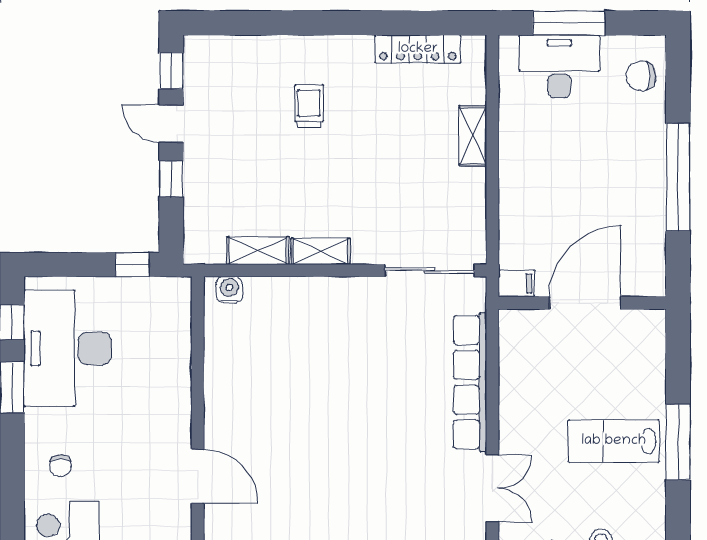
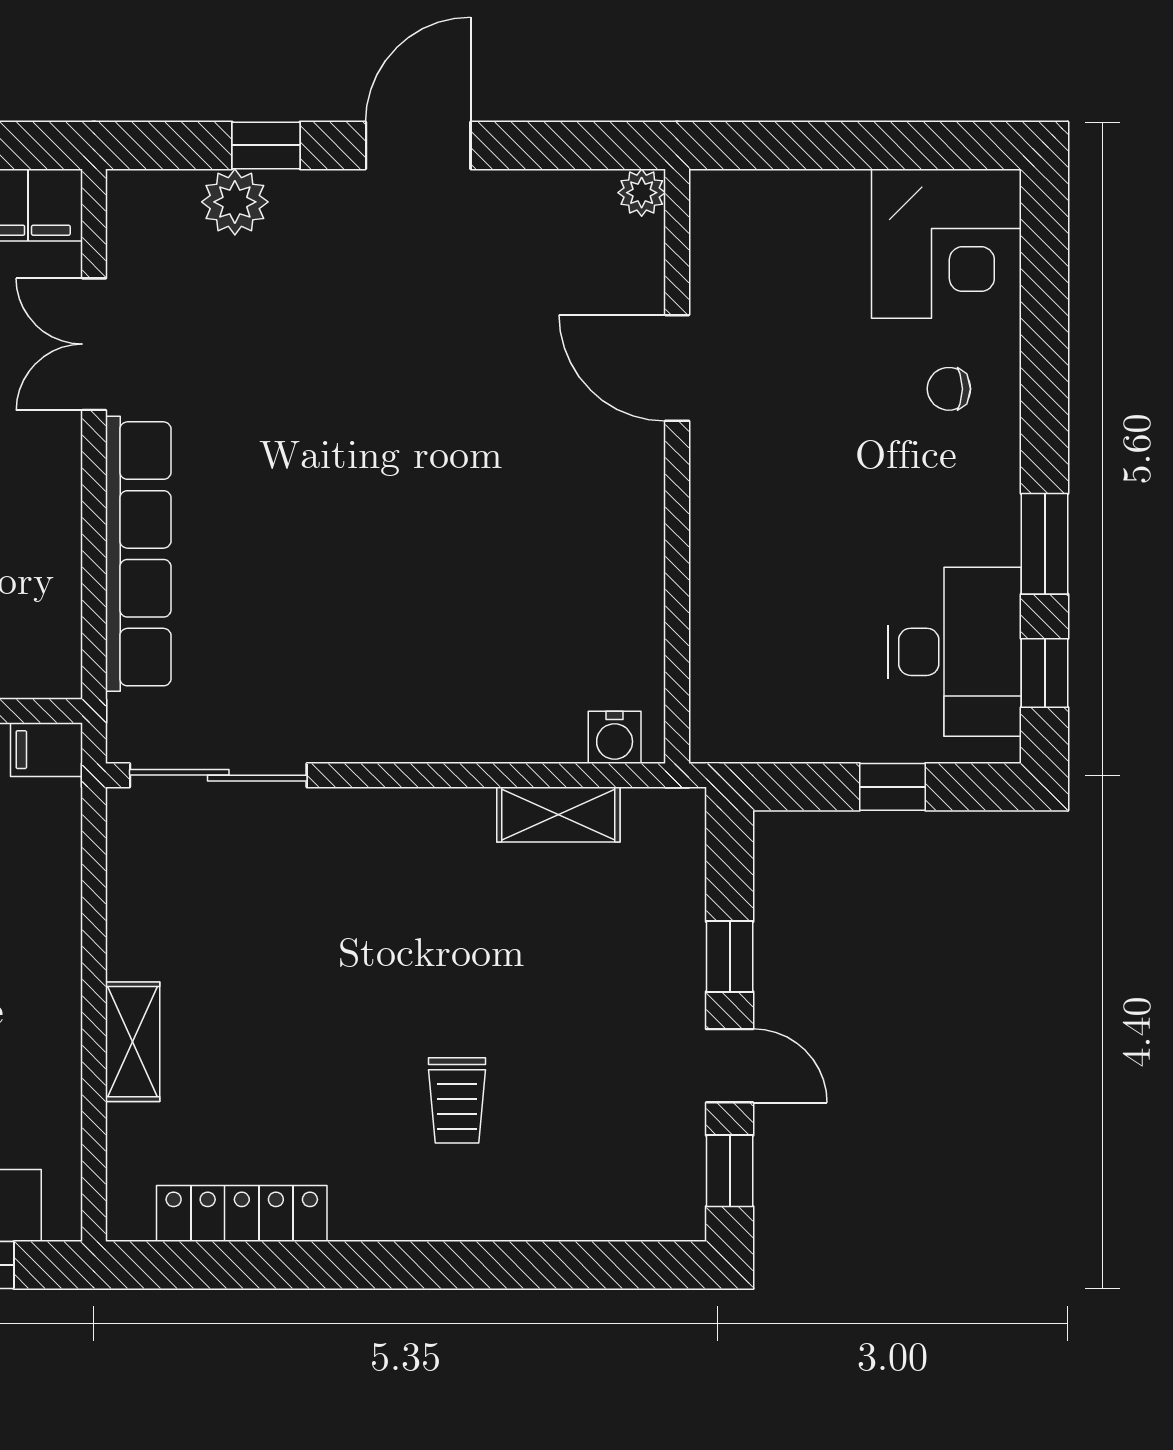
shelving: (321, 251) -> (434, 813), removed
window: (132, 265) -> (893, 787), moved
desk: (68, 348) -> (955, 652), width x0.73, depth x0.77
chair: (60, 466) -> (949, 389), turned -90

